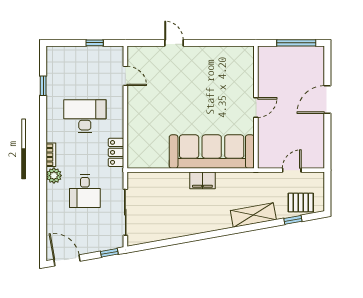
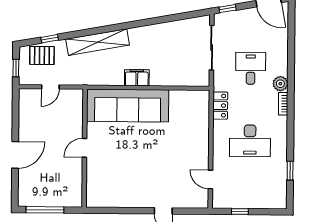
window: (327, 189) -> (16, 68), added
shelving: (253, 215) -> (98, 42), width x1.47

